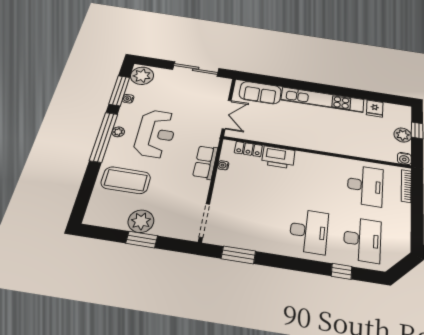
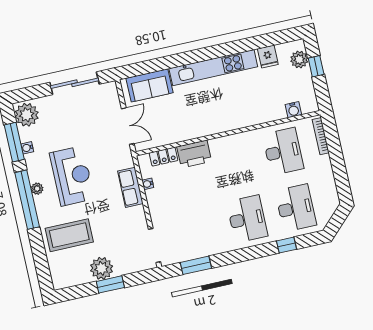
plant: (403, 135) -> (299, 60), moved
water cooler: (404, 159) -> (293, 110), moved

